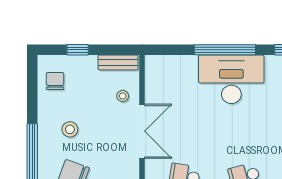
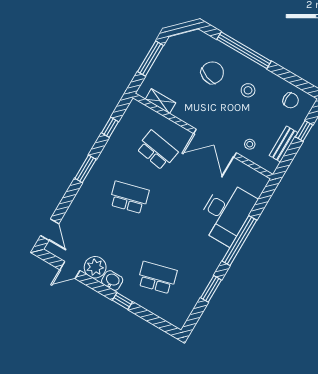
bench: (118, 62) -> (284, 144), moved
desk: (231, 79) -> (226, 213), moved

